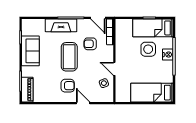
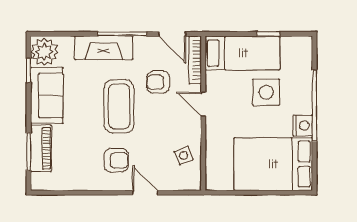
plant: (29, 28) -> (44, 52), added
bed: (153, 28) -> (243, 53), moved, turned 180
nightstand: (168, 55) -> (303, 126), moved
door: (114, 69) -> (203, 104), moved
piano: (27, 90) -> (41, 148), moved
bed: (152, 93) -> (273, 164), width x1.50

